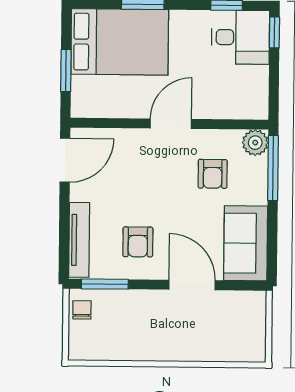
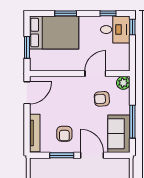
door: (171, 124) -> (95, 74), moved
window: (273, 168) -> (132, 122), moved
armchair: (213, 174) -> (102, 99), turned 86
window: (105, 284) -> (62, 155), moved
chair: (82, 310) -> (36, 168), removed

